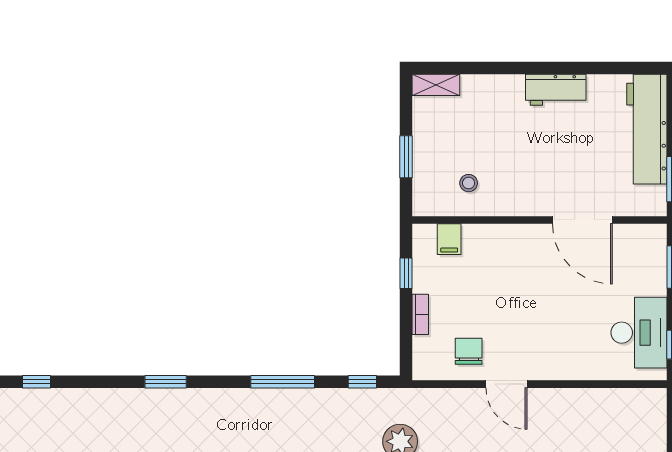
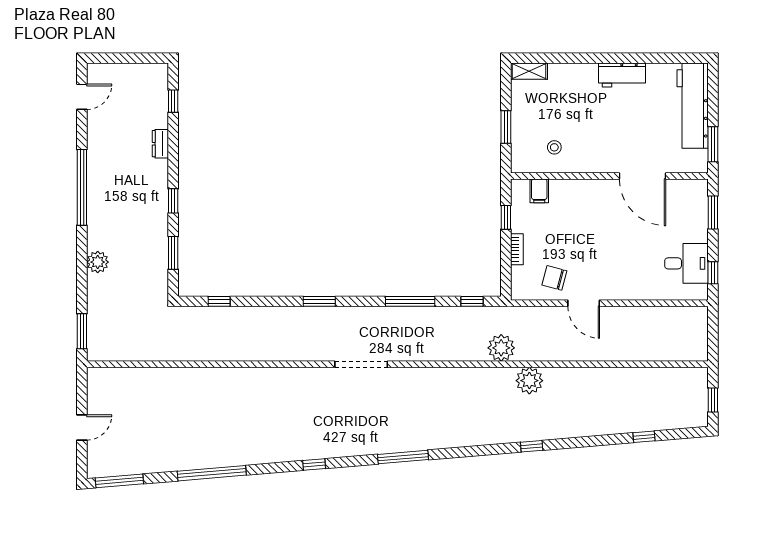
desk: (639, 333) -> (687, 263), width x0.73
chair: (469, 351) -> (554, 278), turned -75

